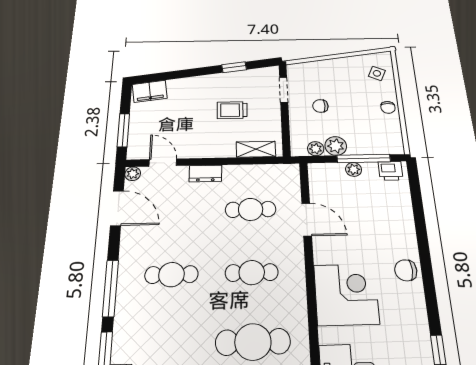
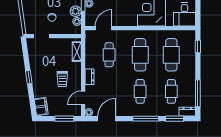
window: (234, 67) -> (29, 77), moved
trolley: (232, 110) -> (62, 79), moved
door: (307, 220) -> (104, 28), moved
cafe table: (252, 273) -> (140, 55), width x1.37, depth x1.35
cafe table: (169, 344) -> (171, 91), added

